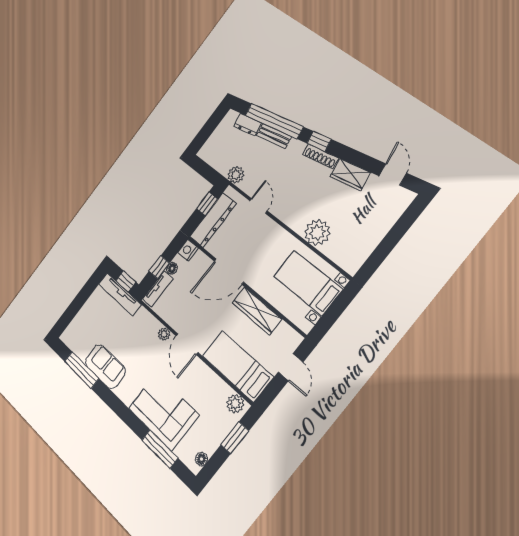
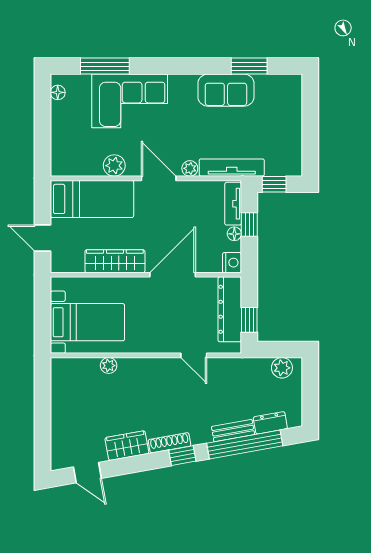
plant: (236, 175) -> (282, 368), moved
plant: (317, 232) -> (109, 366), width x0.53, depth x0.53
tv unit: (120, 294) -> (232, 168), moved
window: (82, 370) -> (249, 66), width x0.69
plant: (235, 404) -> (114, 166), moved
window: (235, 438) -> (43, 137), removed

